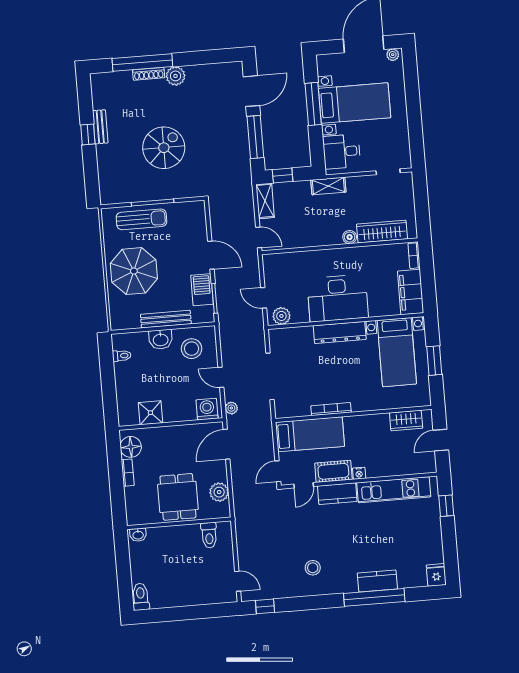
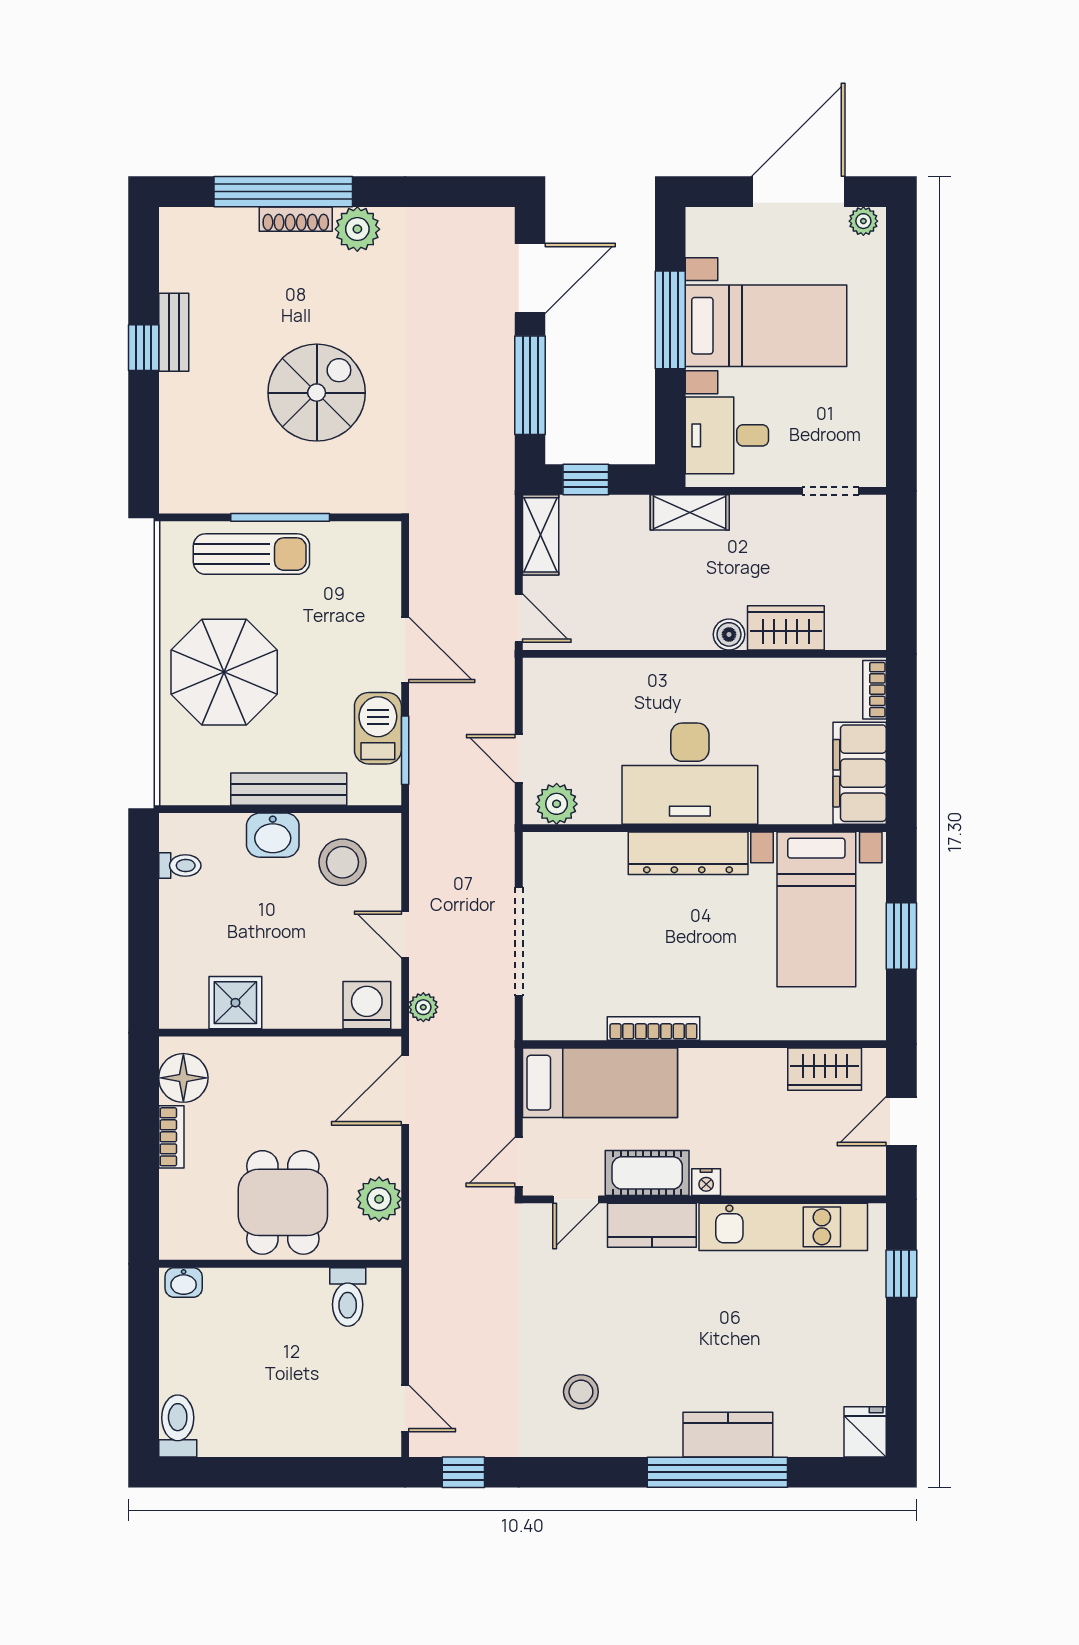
wardrobe: (382, 232) -> (786, 628), width x0.67

